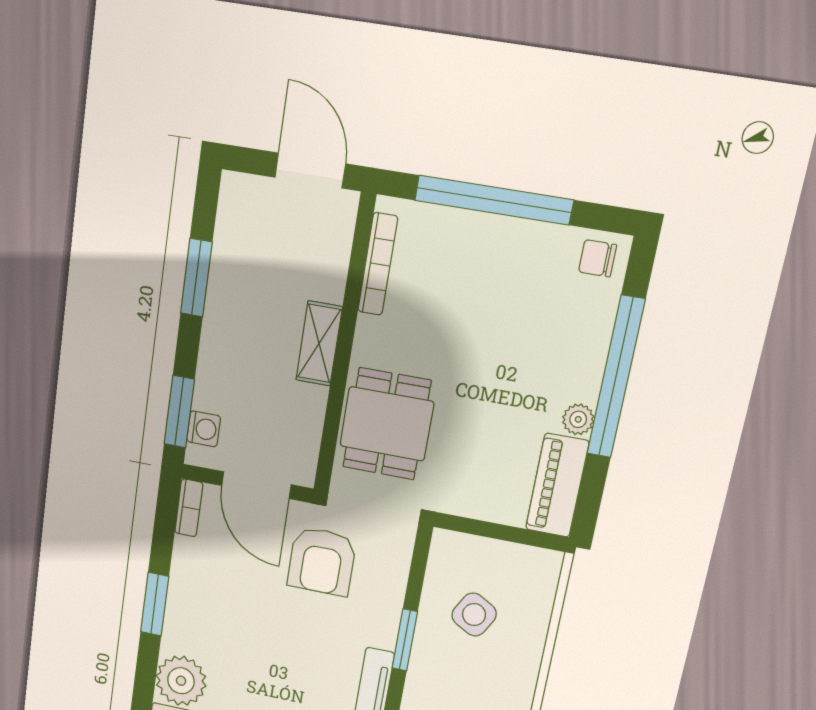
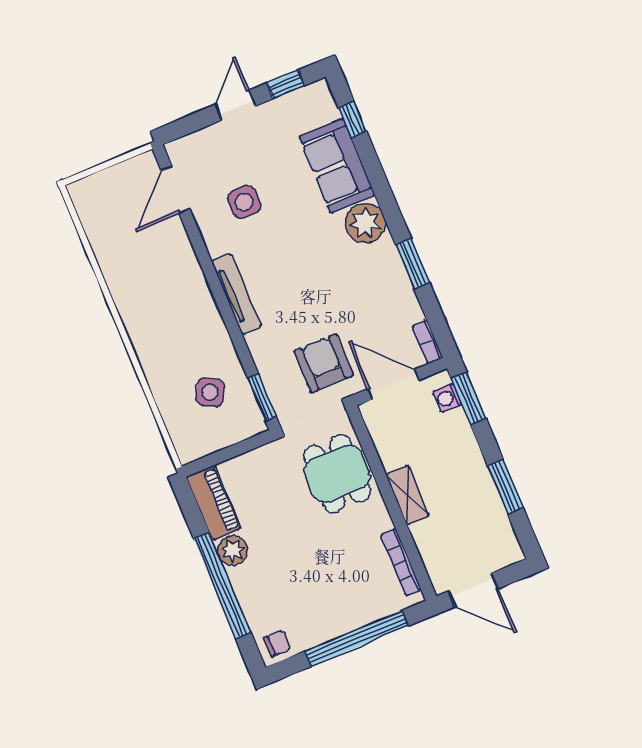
plant: (578, 419) -> (233, 550), width x1.38, depth x1.38
window: (405, 640) -> (262, 397), moved

